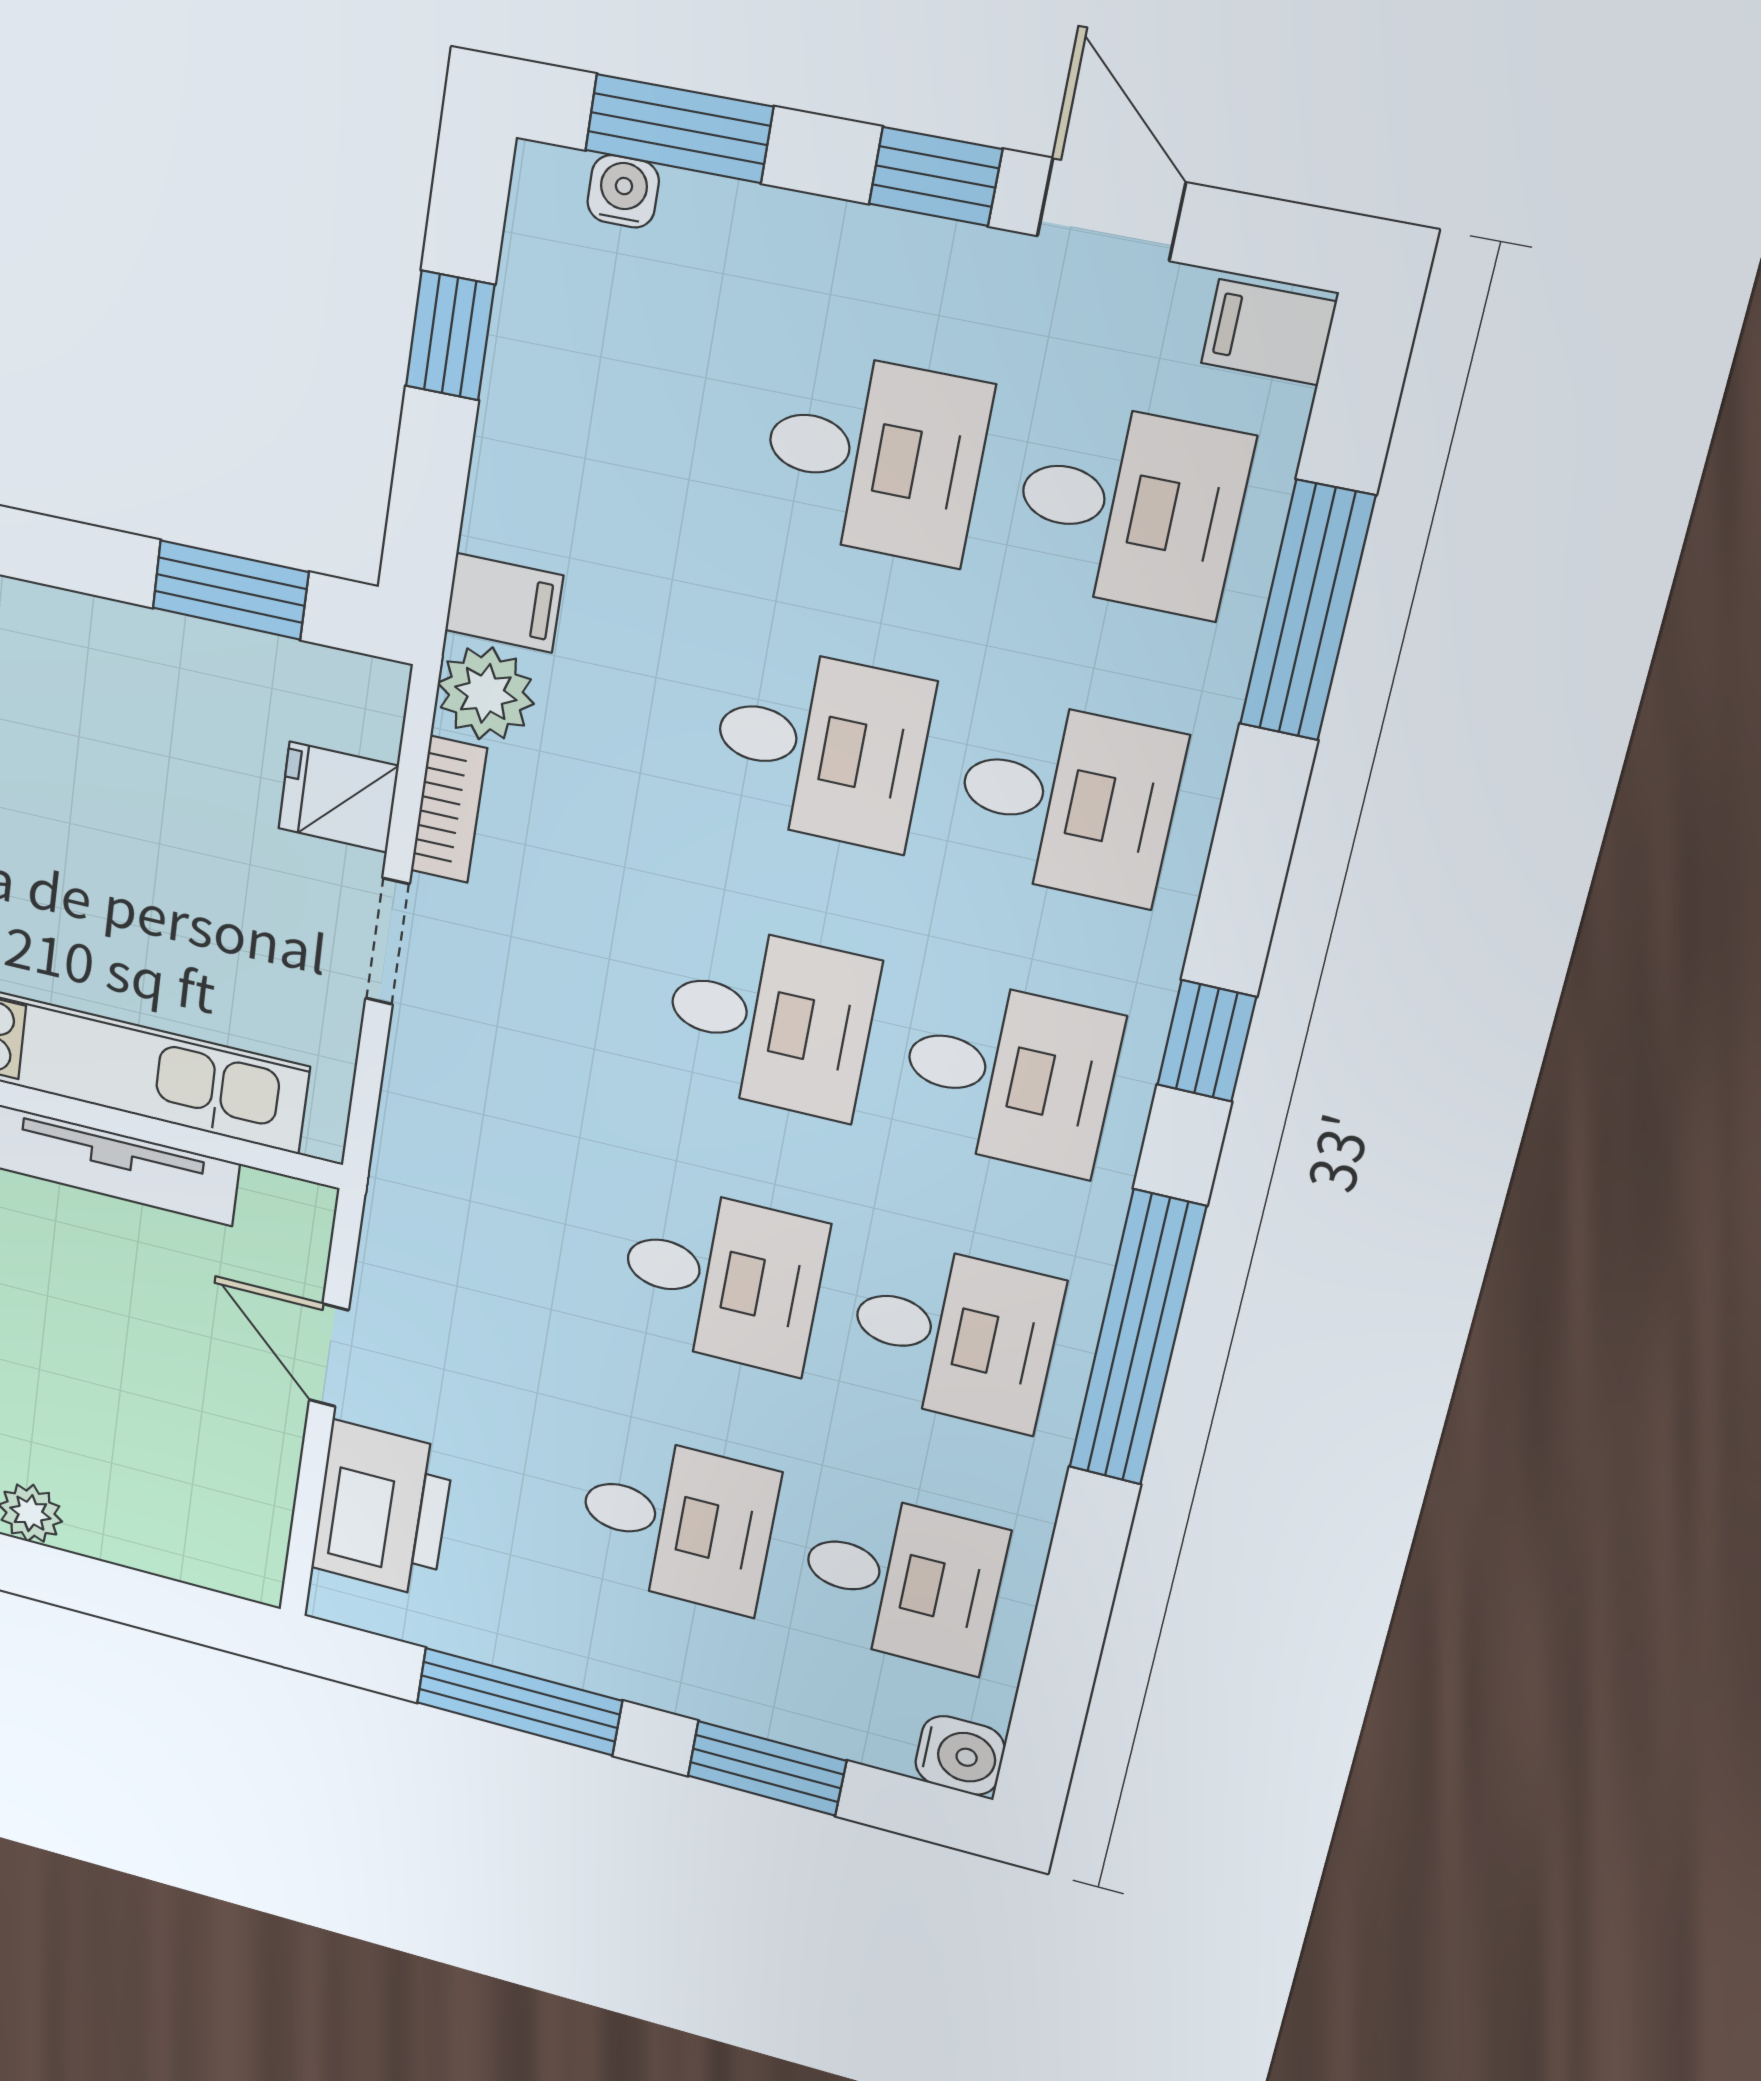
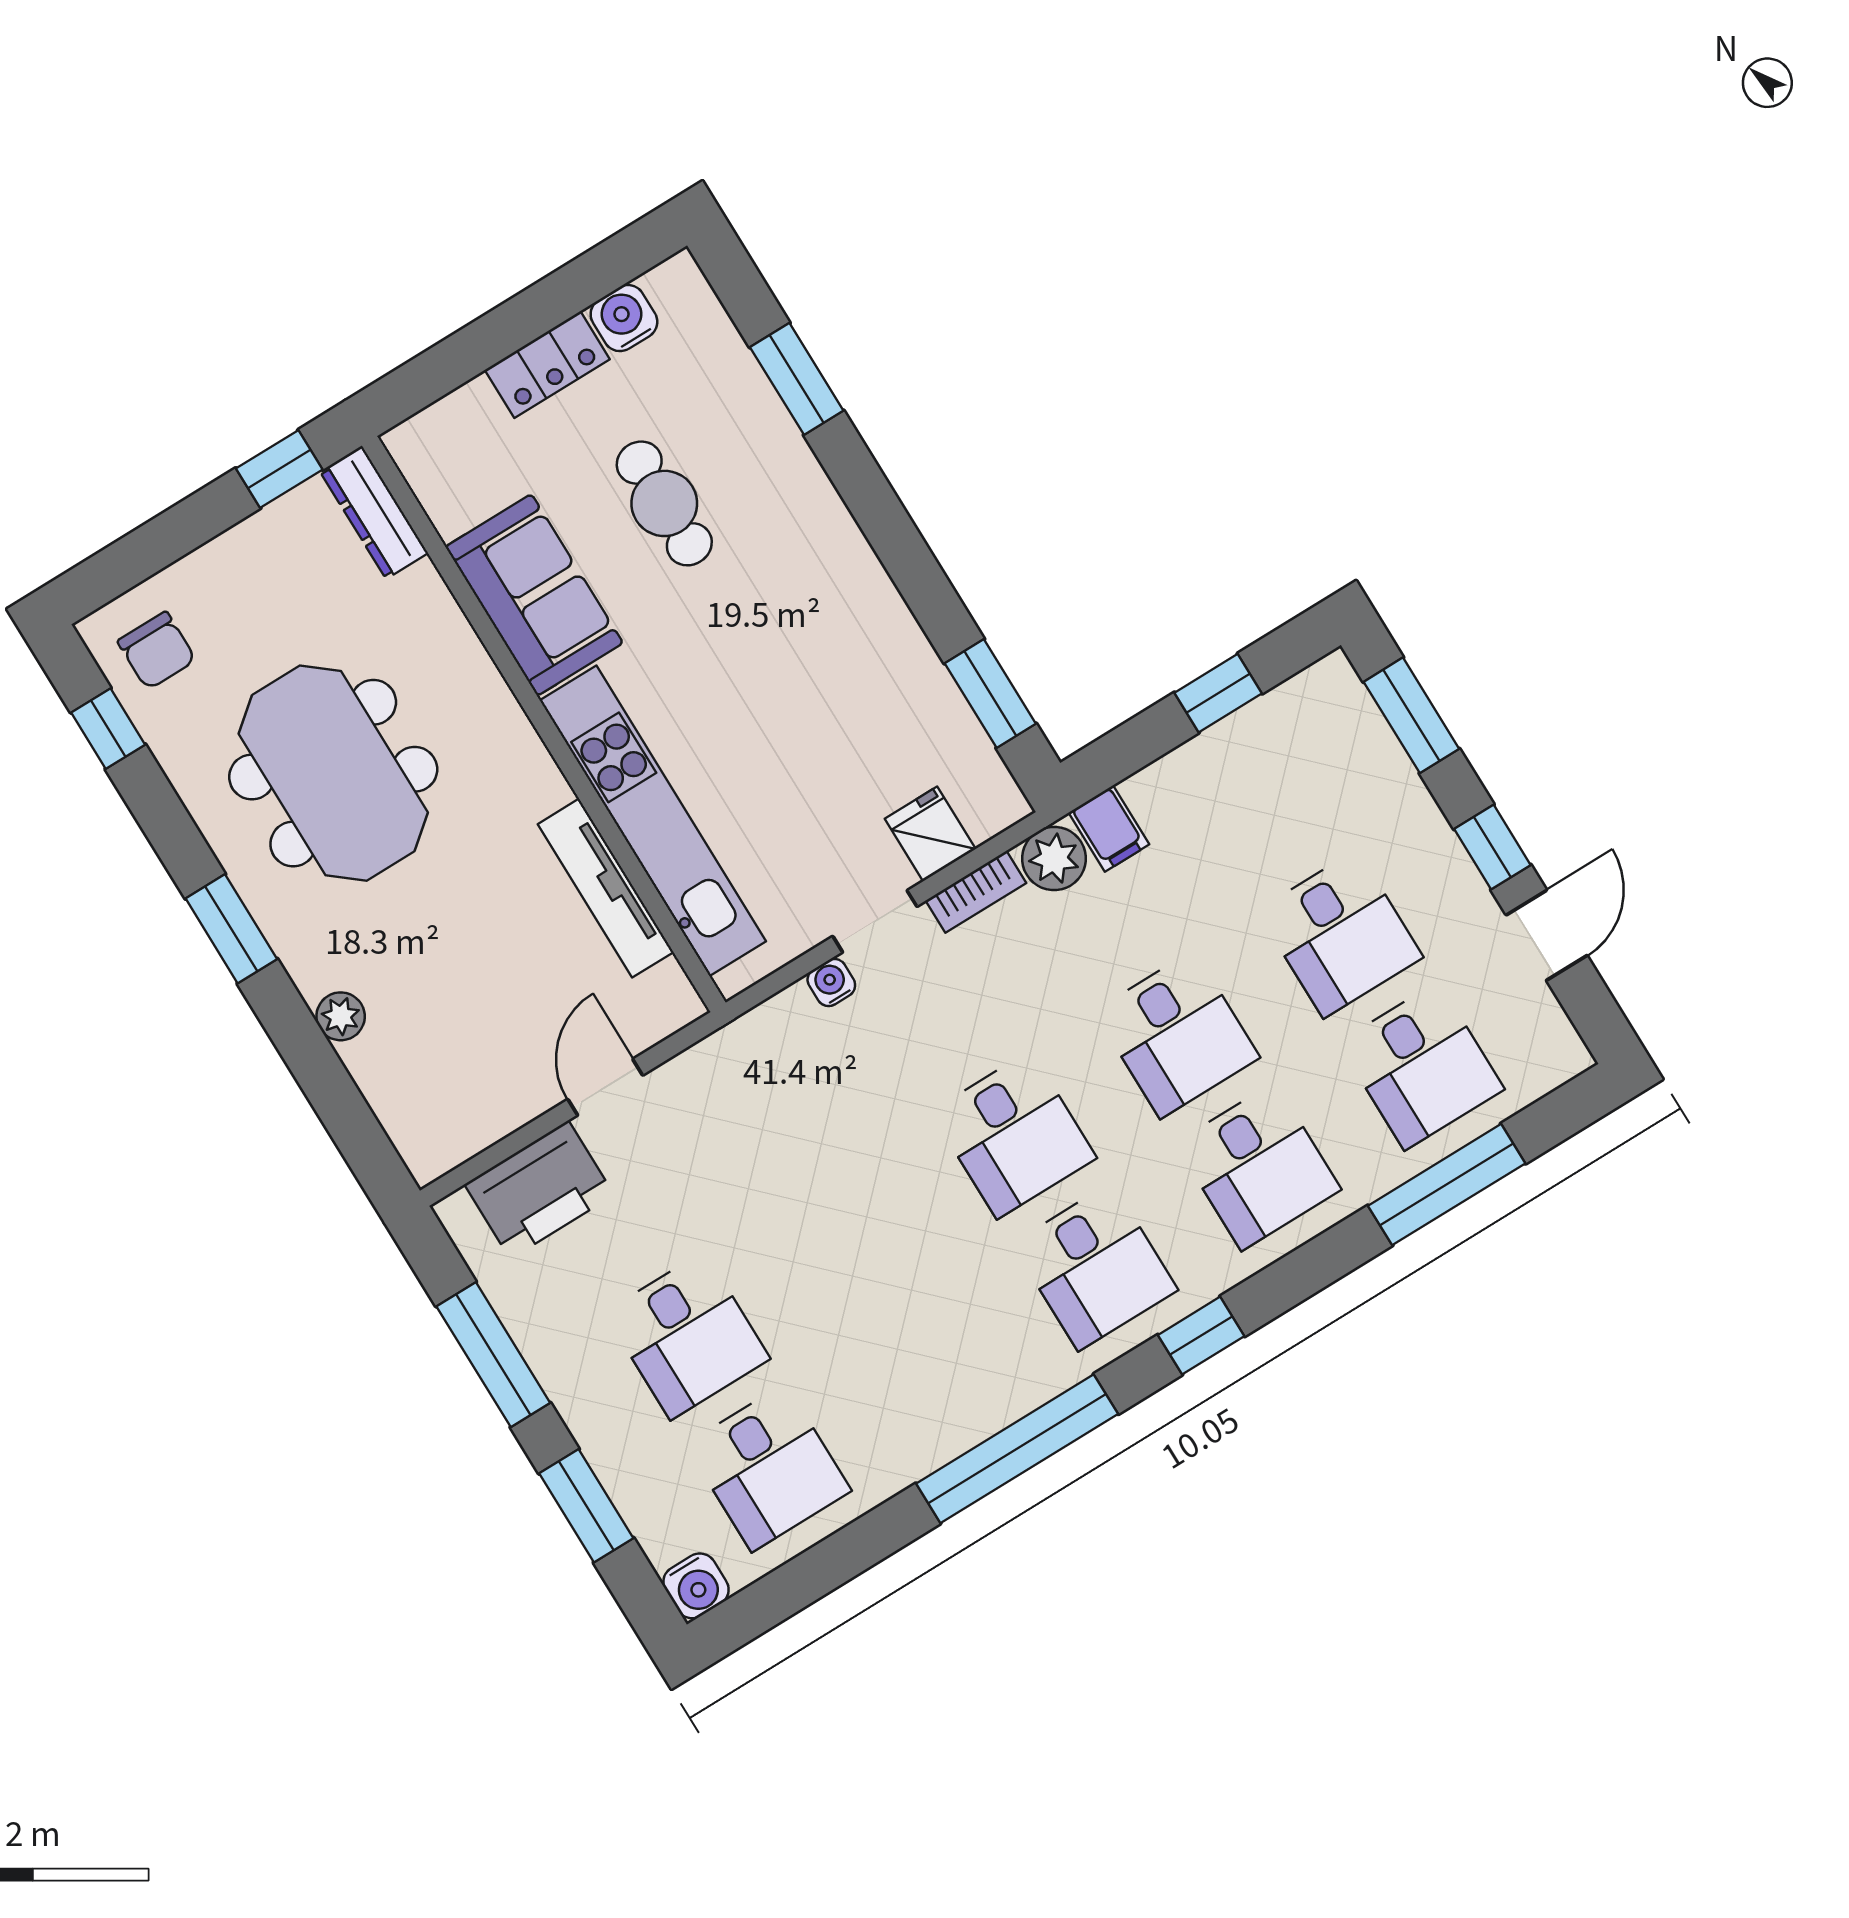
water cooler: (623, 191) -> (831, 982), moved, turned -90
filing cabinet: (1269, 332) -> (1554, 1051), removed
desk: (722, 1279) -> (851, 1235), removed
desk: (954, 1335) -> (932, 1367), removed

